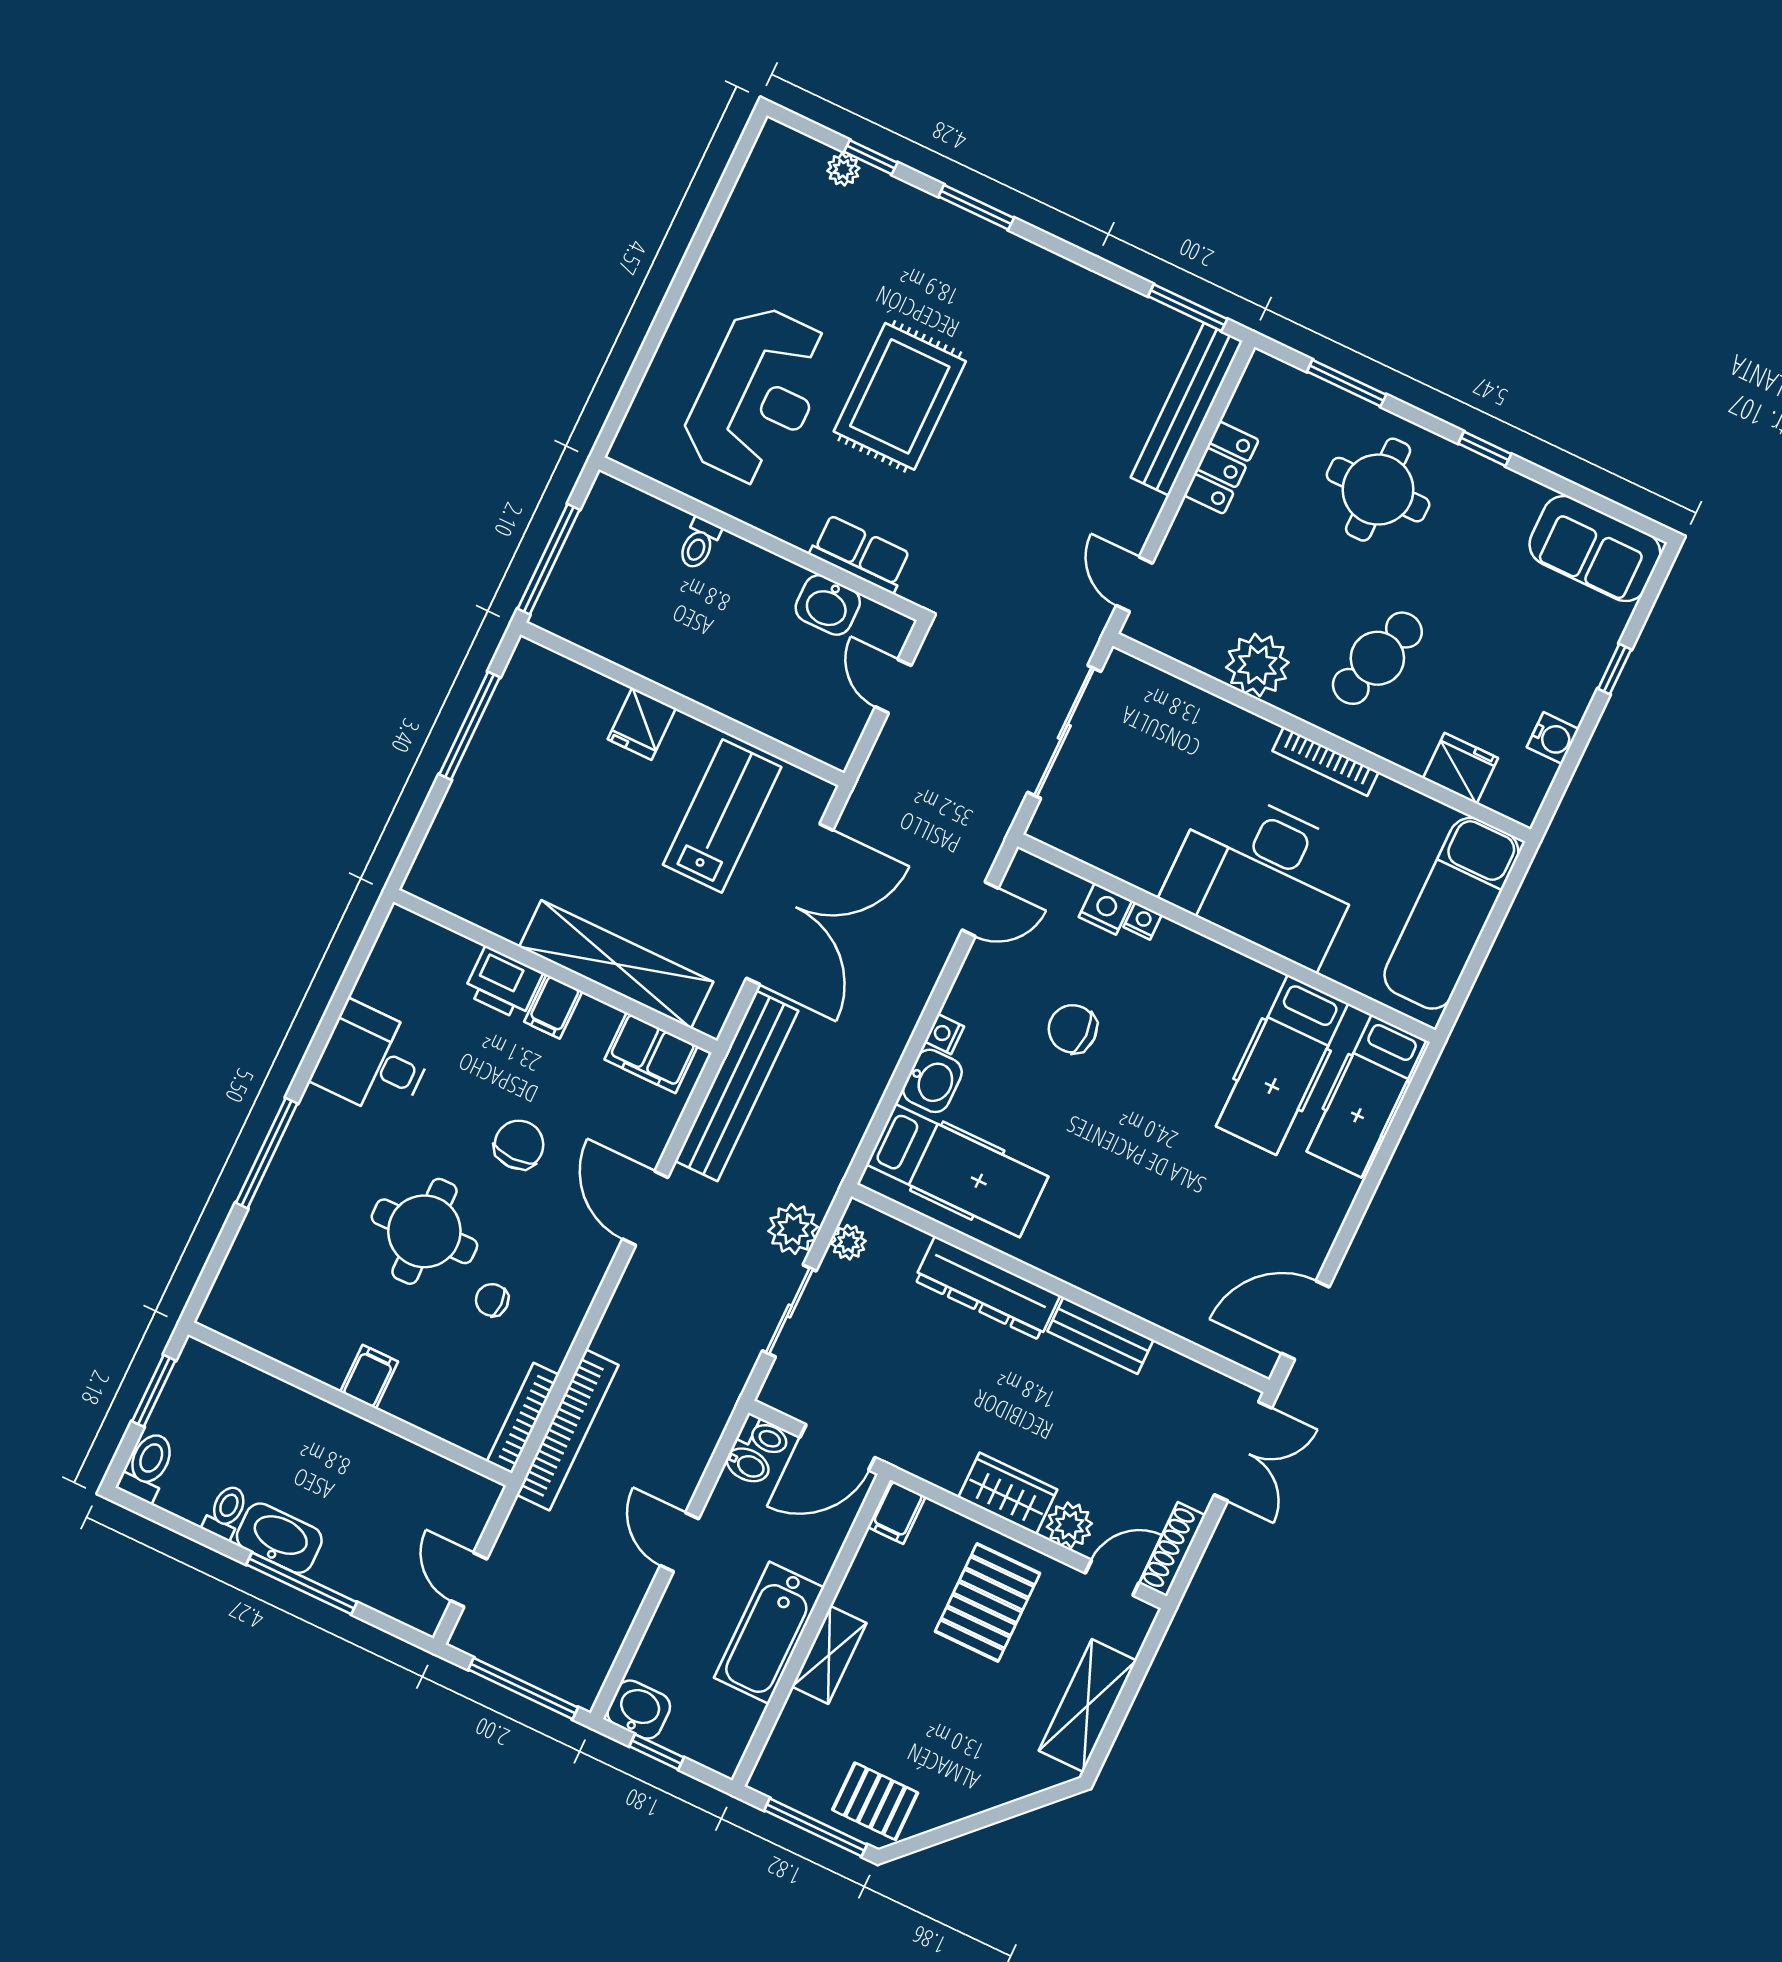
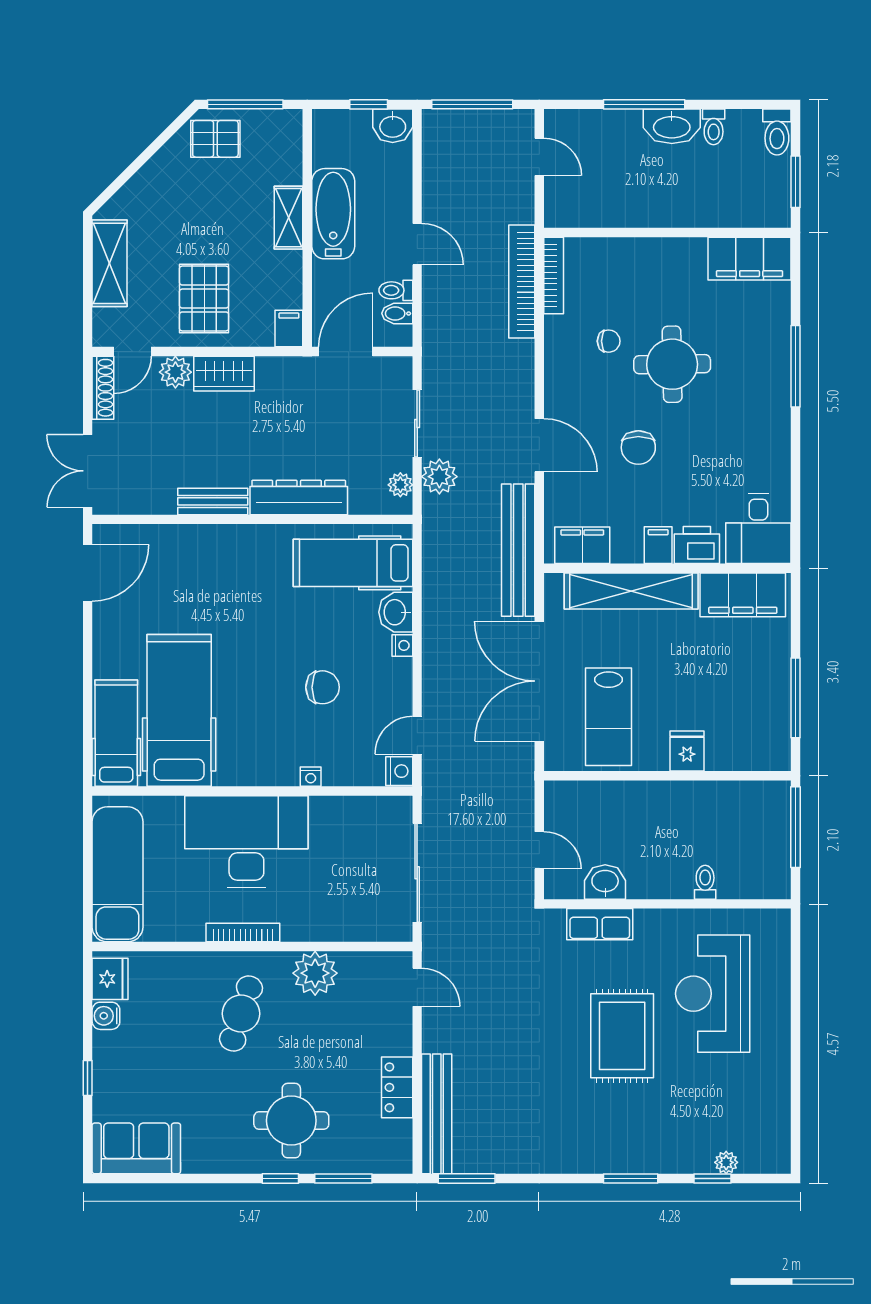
window: (1485, 449) -> (280, 1178), moved
fridge: (1460, 768) -> (110, 979), moved, turned -90
filing cabinet: (475, 891) -> (743, 595), added
nightstand: (1105, 909) -> (399, 771), moved, turned -90
desk: (373, 1061) -> (758, 529), moved, turned 90
hospital bed: (1282, 1065) -> (179, 710), width x1.37, depth x1.29
filing cabinet: (369, 1377) -> (750, 259), moved, width x3.00, depth x1.17
toilet: (764, 1436) -> (396, 290), moved

